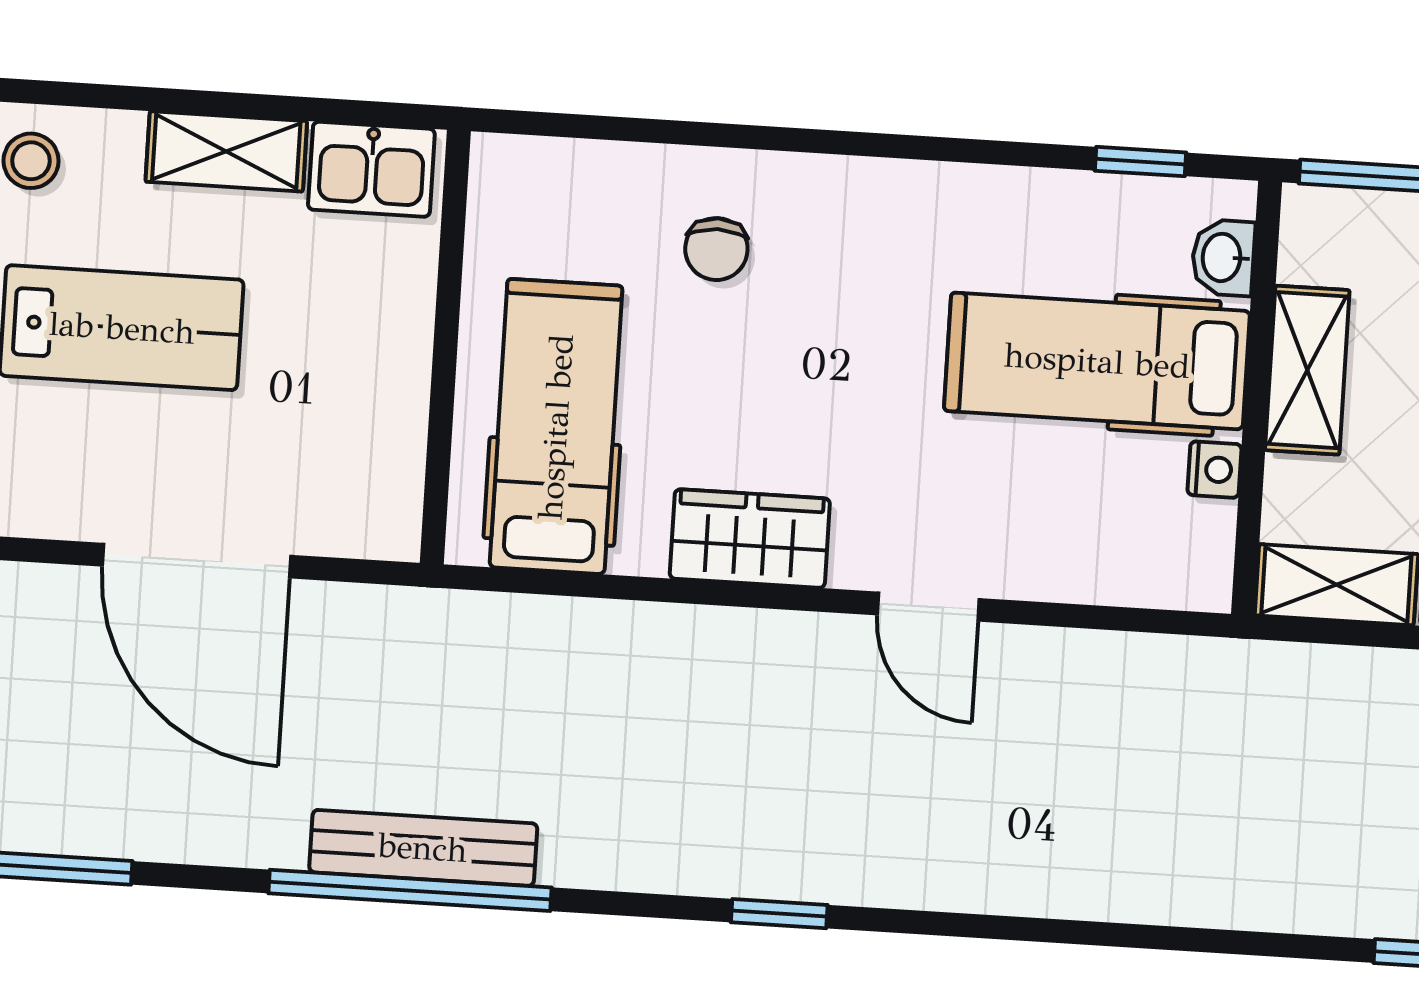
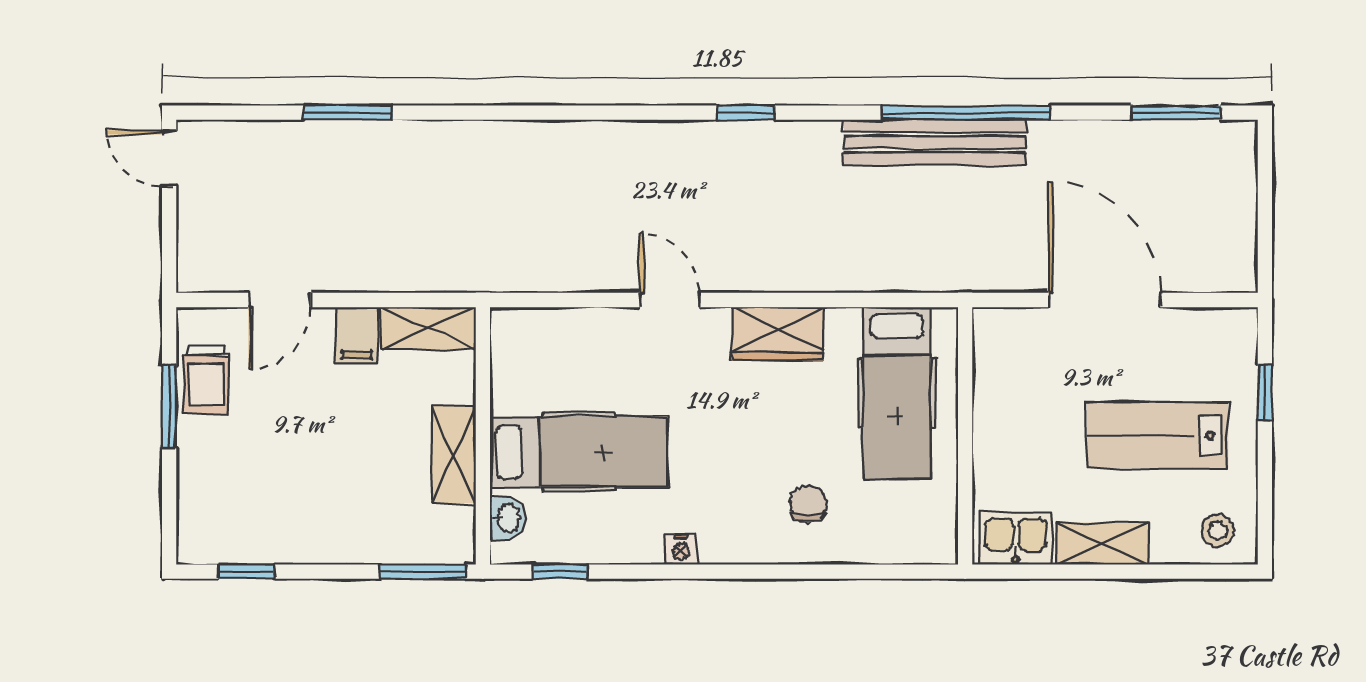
nightstand: (1214, 470) -> (681, 549), moved, turned -90
bench: (423, 848) -> (935, 142), width x1.37, depth x1.21

